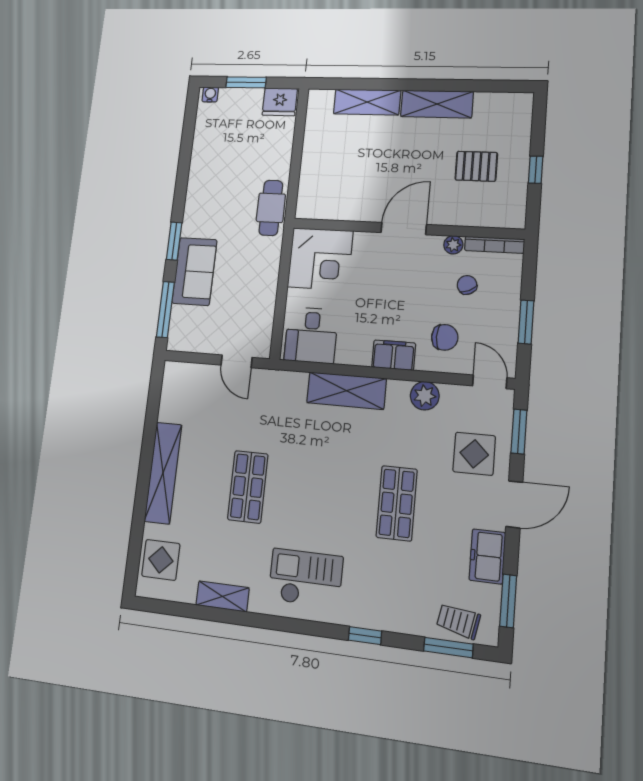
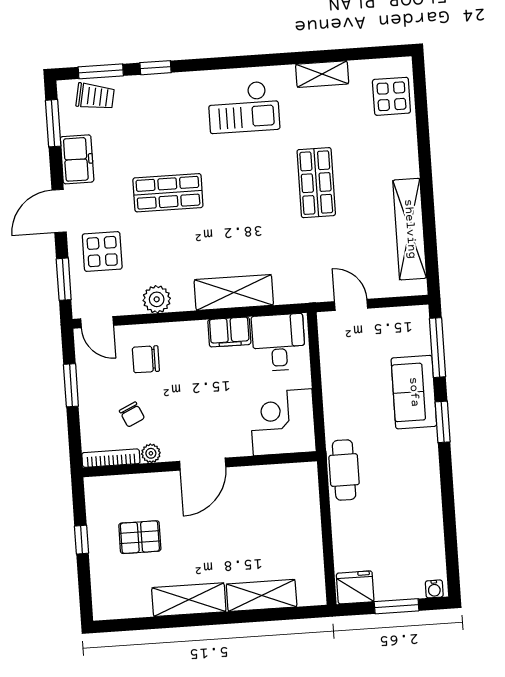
filing cabinet: (394, 355) -> (229, 332), moved
shelving: (163, 473) -> (410, 229), moved
shop shelf: (397, 503) -> (168, 193), turned 90
window: (365, 636) -> (156, 68), moved

